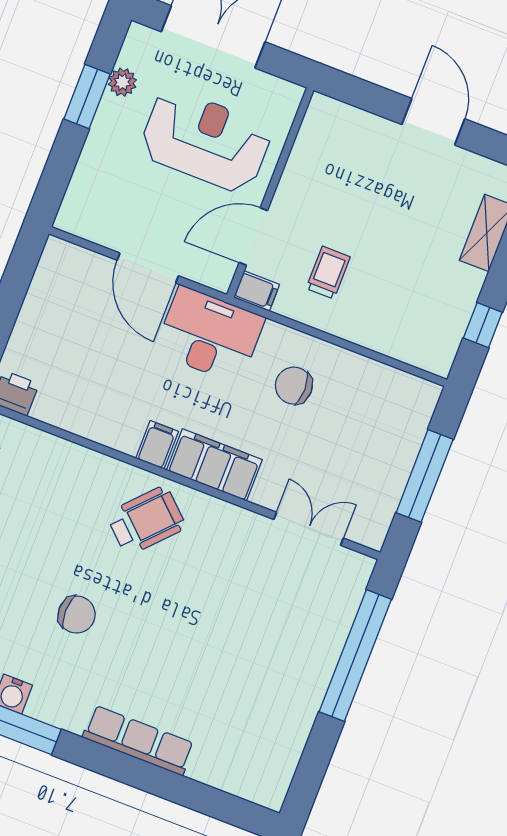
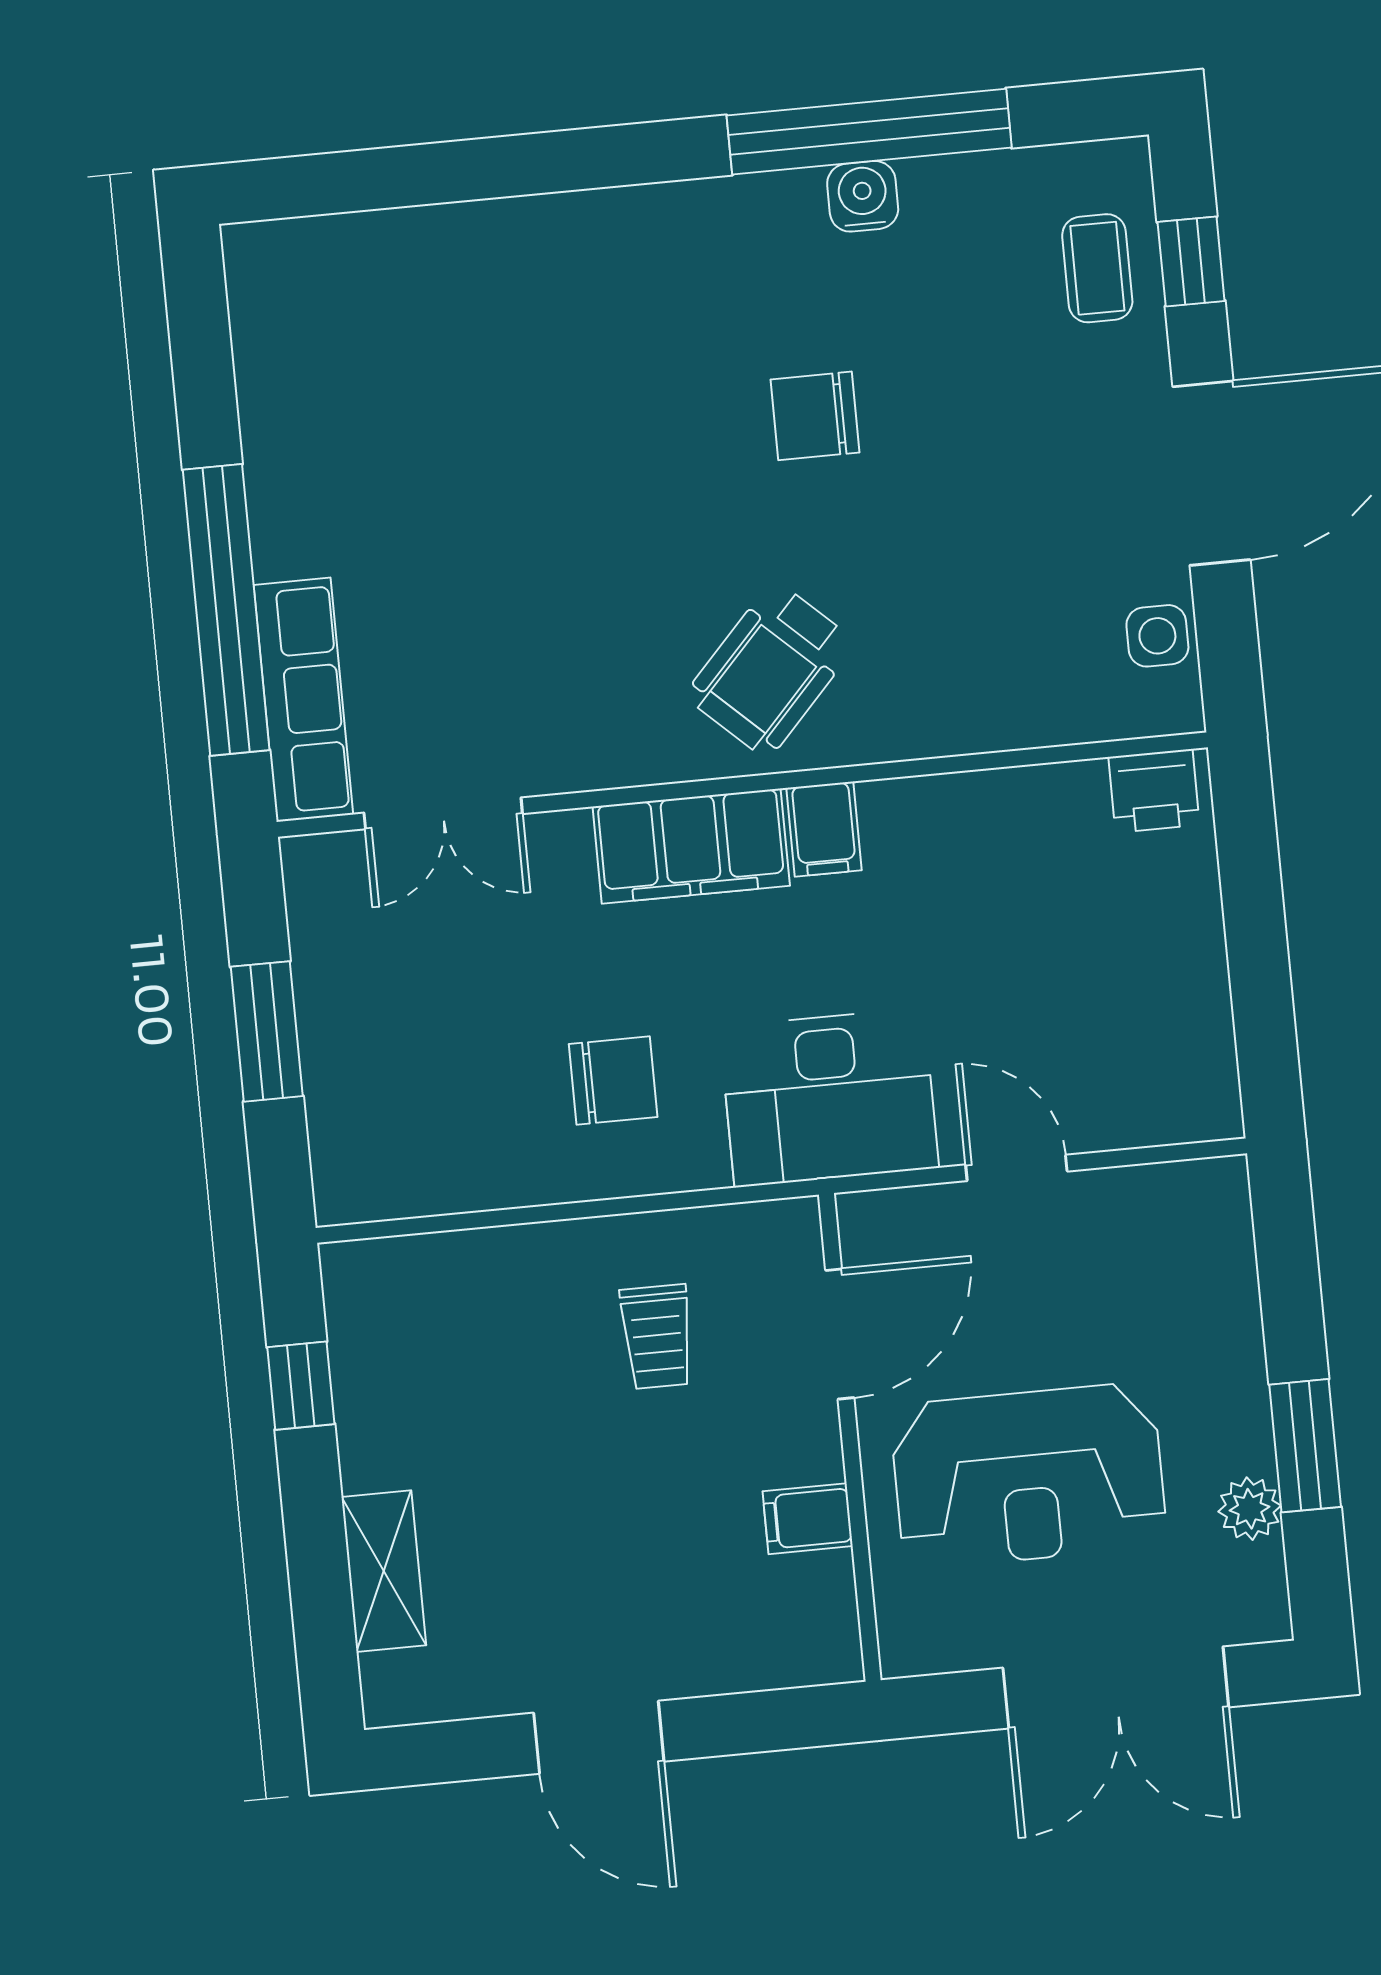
door: (148, 268) -> (1016, 1168), width x0.73
filing cabinet: (257, 291) -> (808, 1519), moved
window: (425, 476) -> (267, 1031), width x0.69
row of seats: (139, 740) -> (303, 700), moved, turned -90

